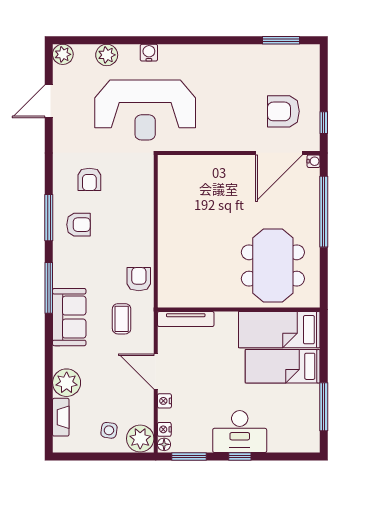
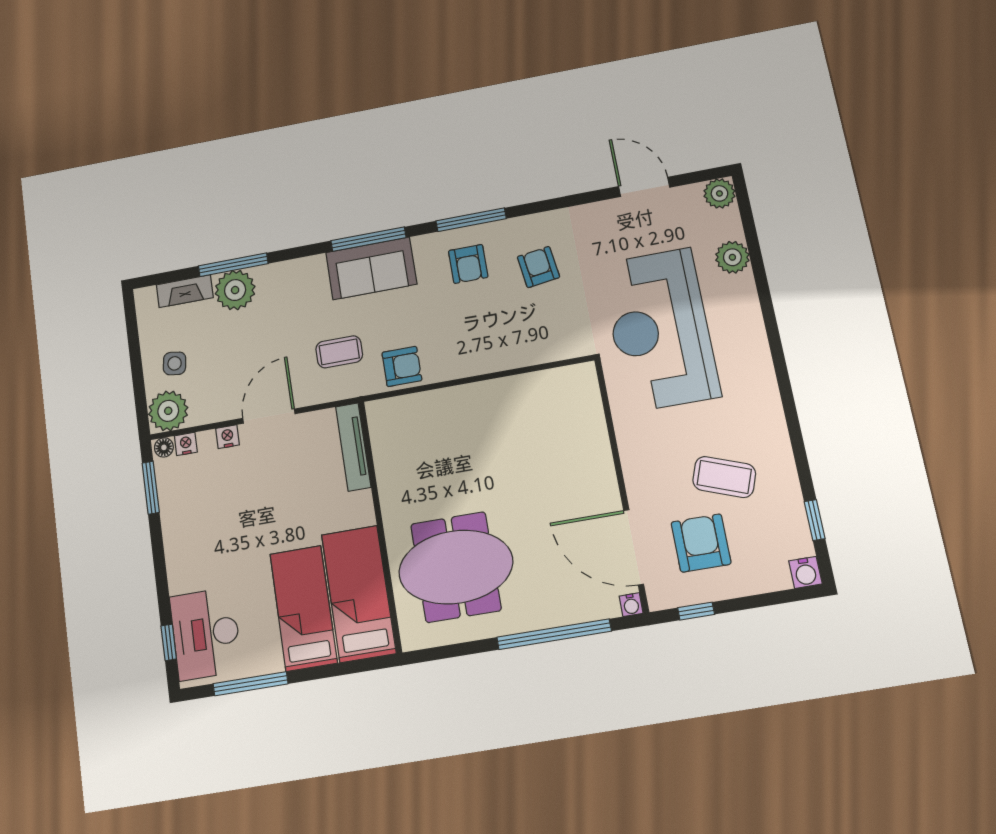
window: (281, 40) -> (815, 520), width x0.67
water cooler: (149, 53) -> (805, 572), moved, turned 90
coffee table: (245, 89) -> (724, 477), added
armchair: (89, 179) -> (538, 267), turned 82
sofa: (69, 317) -> (371, 268), moved
window: (49, 382) -> (233, 265), added
desk: (240, 432) -> (206, 634), moved
window: (240, 456) -> (169, 642), moved

